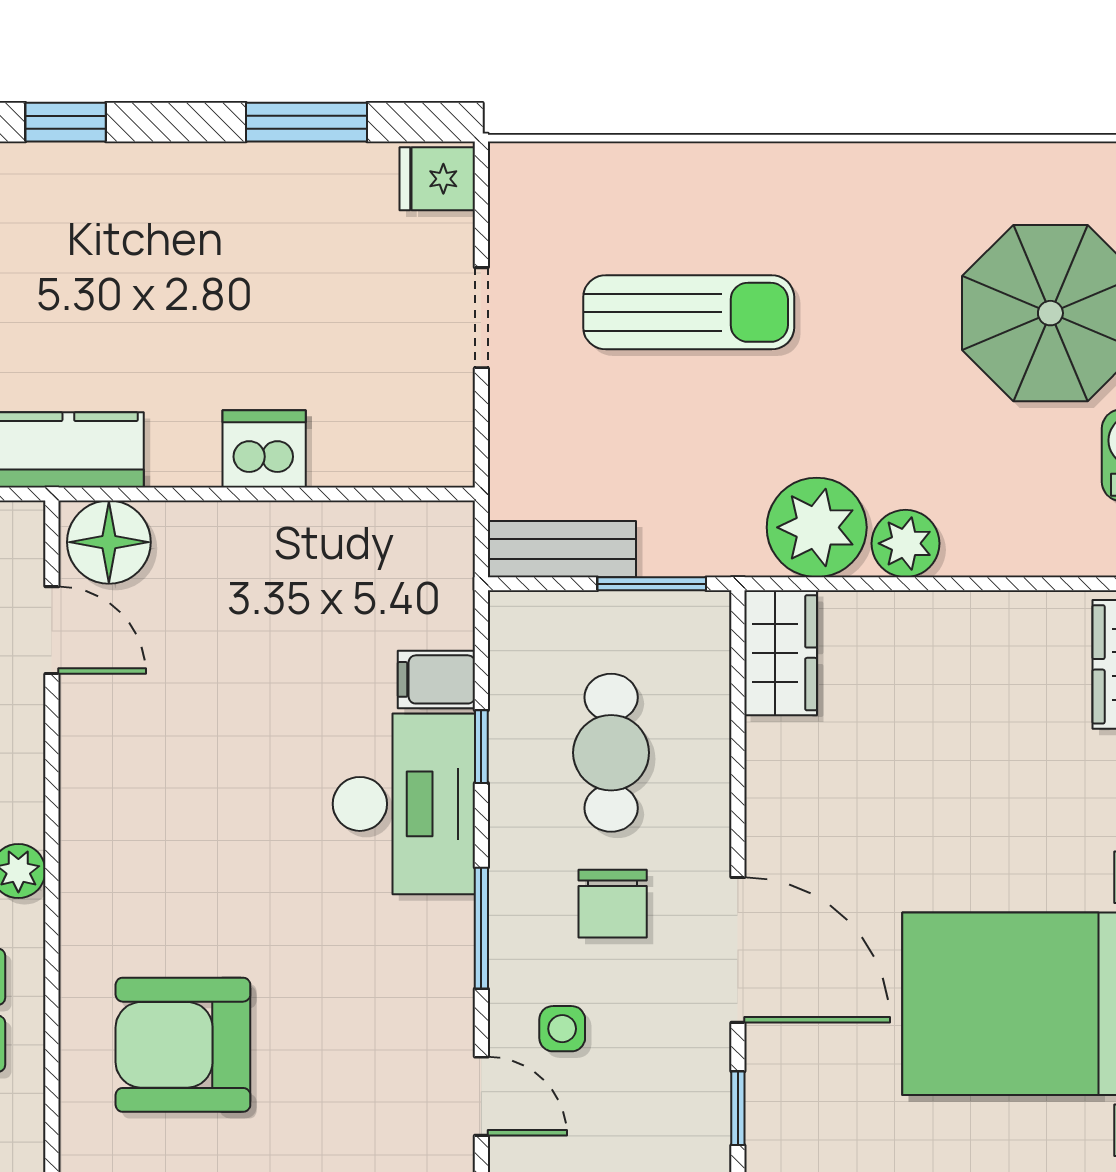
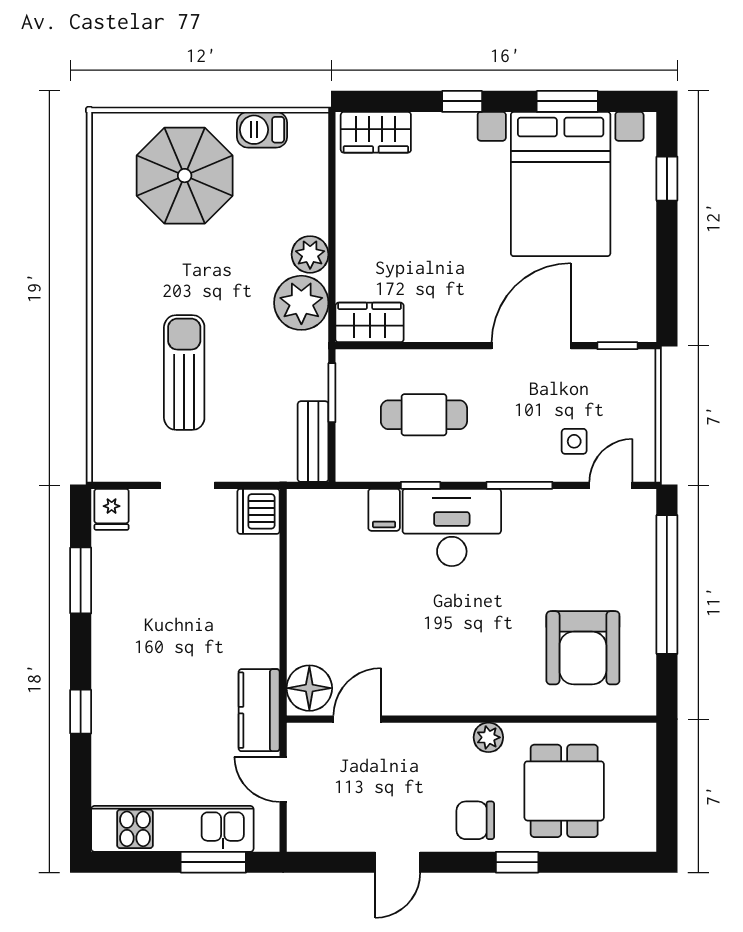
dishwasher: (264, 449) -> (259, 511), moved
chair: (613, 904) -> (506, 414), removed

